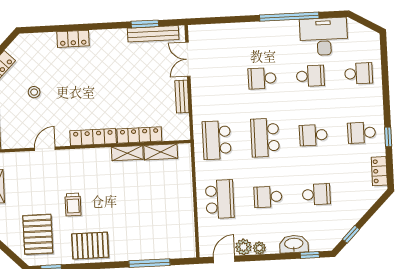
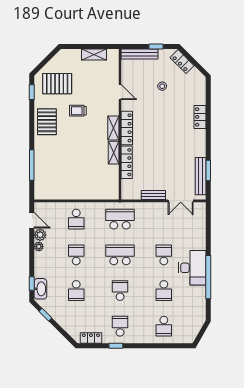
desk: (324, 37) -> (192, 268), moved
double door: (188, 59) -> (181, 201), swing flipped
shelving: (161, 152) -> (113, 128), moved
school desk: (220, 199) -> (76, 219), width x0.54
washbasin: (294, 244) -> (40, 289), moved

